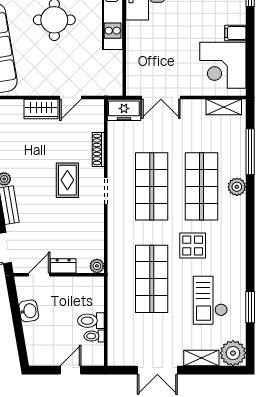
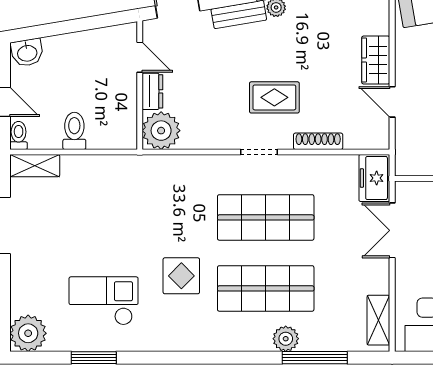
plant: (237, 187) -> (286, 339), moved
plant: (97, 266) -> (161, 131), width x1.87, depth x1.87
shop shelf: (152, 279) -> (134, 217), removed
washbasin: (29, 311) -> (27, 53), moved
toilet: (94, 336) -> (19, 135), moved
shelving: (201, 358) -> (35, 166), moved, turned 90

